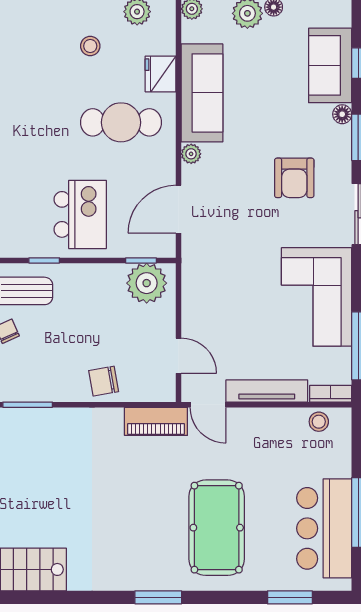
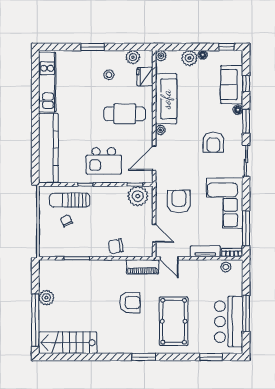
fridge: (161, 74) -> (145, 77), moved
kitchen island: (80, 214) -> (104, 161), turned 90
armchair: (227, 294) -> (179, 201), added
tv unit: (267, 391) -> (205, 251), width x0.71
armchair: (131, 491) -> (130, 303), added

